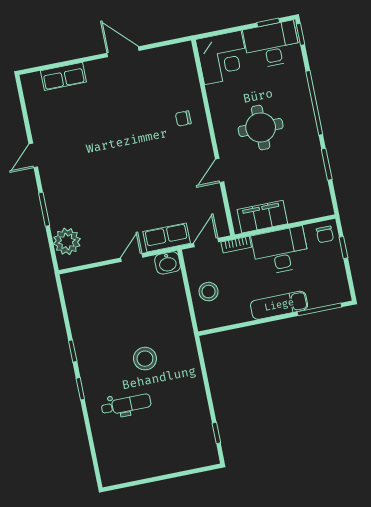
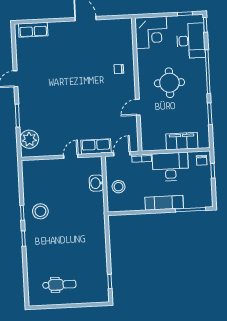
desk: (272, 45) -> (191, 41), moved, turned 90
row of seats: (63, 76) -> (33, 30), moved
filing cabinet: (262, 217) -> (182, 141), moved
washbasin: (168, 263) -> (96, 183), moved, turned 90
stool: (145, 359) -> (40, 211), moved
dental chair: (126, 405) -> (59, 285), moved

